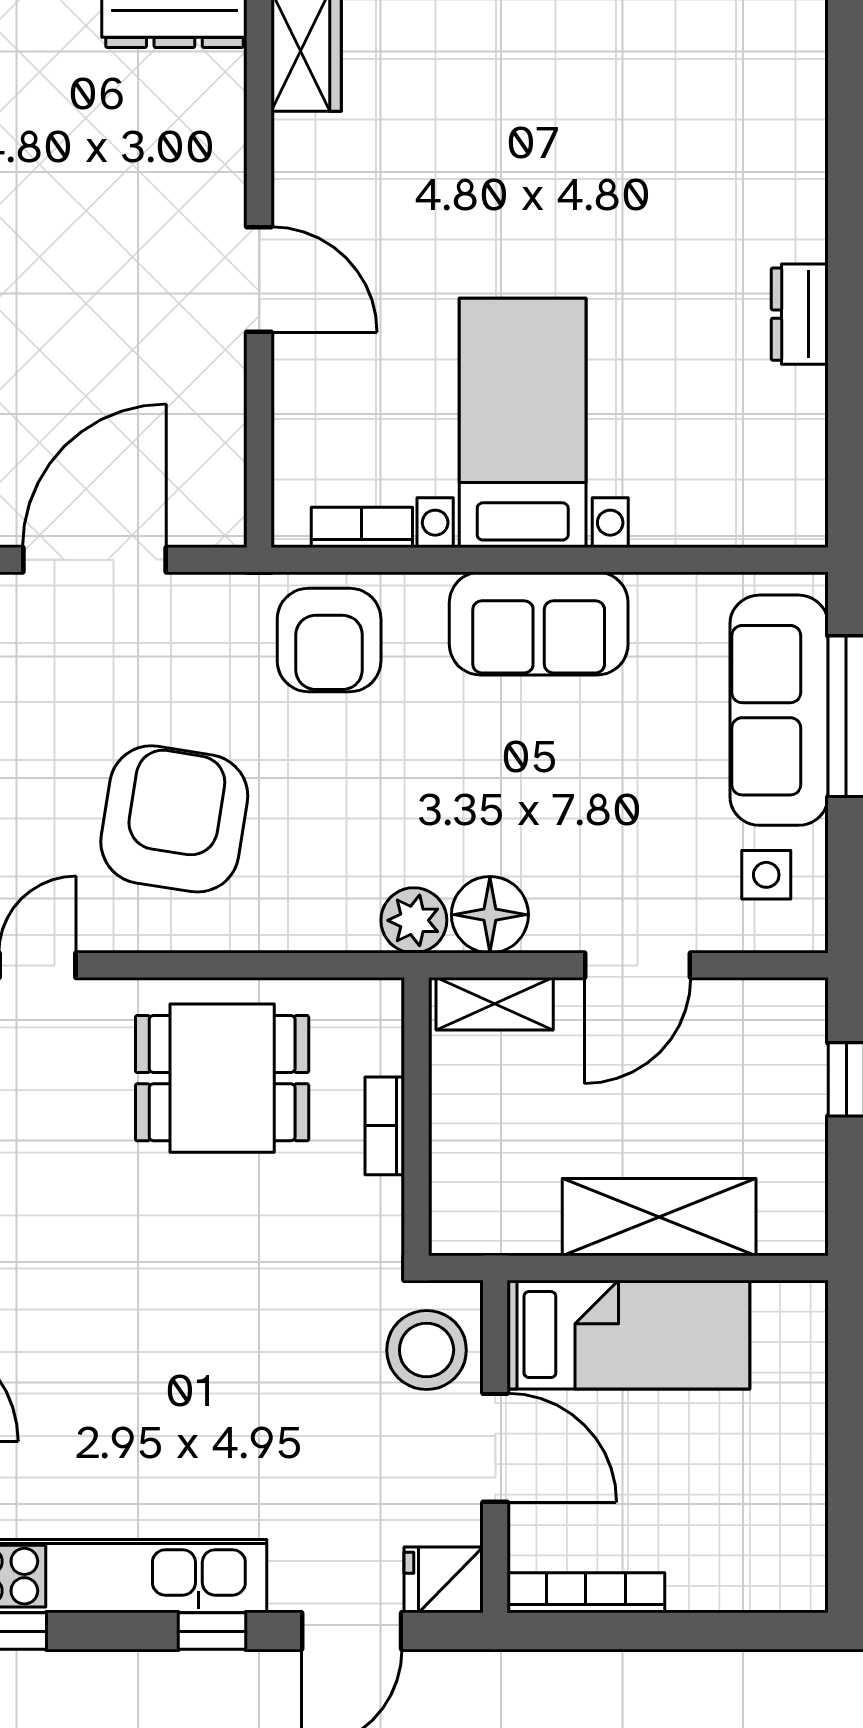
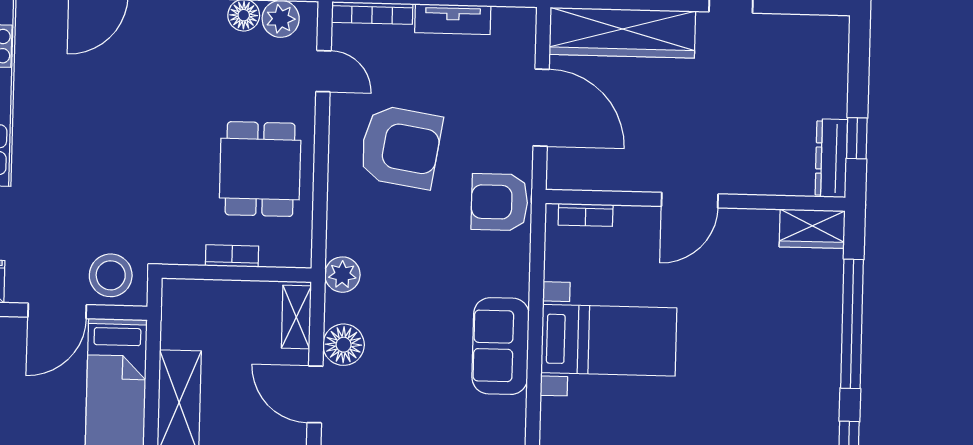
bookcase: (362, 527) -> (586, 215), moved, turned 90
armchair: (329, 640) -> (499, 202), moved
floor lamp: (490, 915) -> (344, 345), moved

